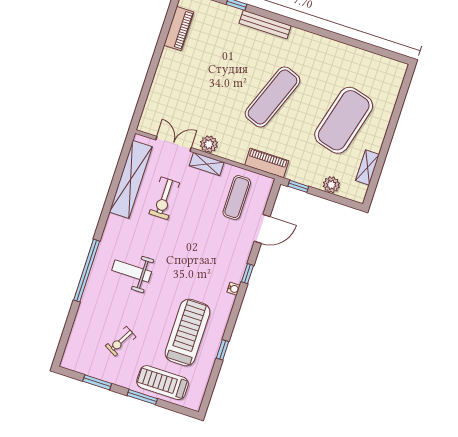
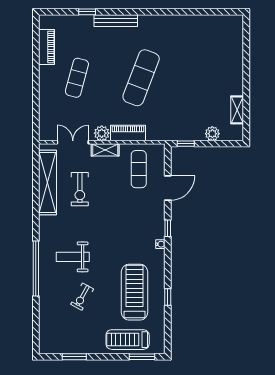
exercise mat: (344, 120) -> (77, 78), moved, width x0.50, depth x0.69
piano: (267, 163) -> (128, 133), moved
exercise bike: (121, 341) -> (82, 297), moved
window: (142, 397) -> (142, 357), moved

